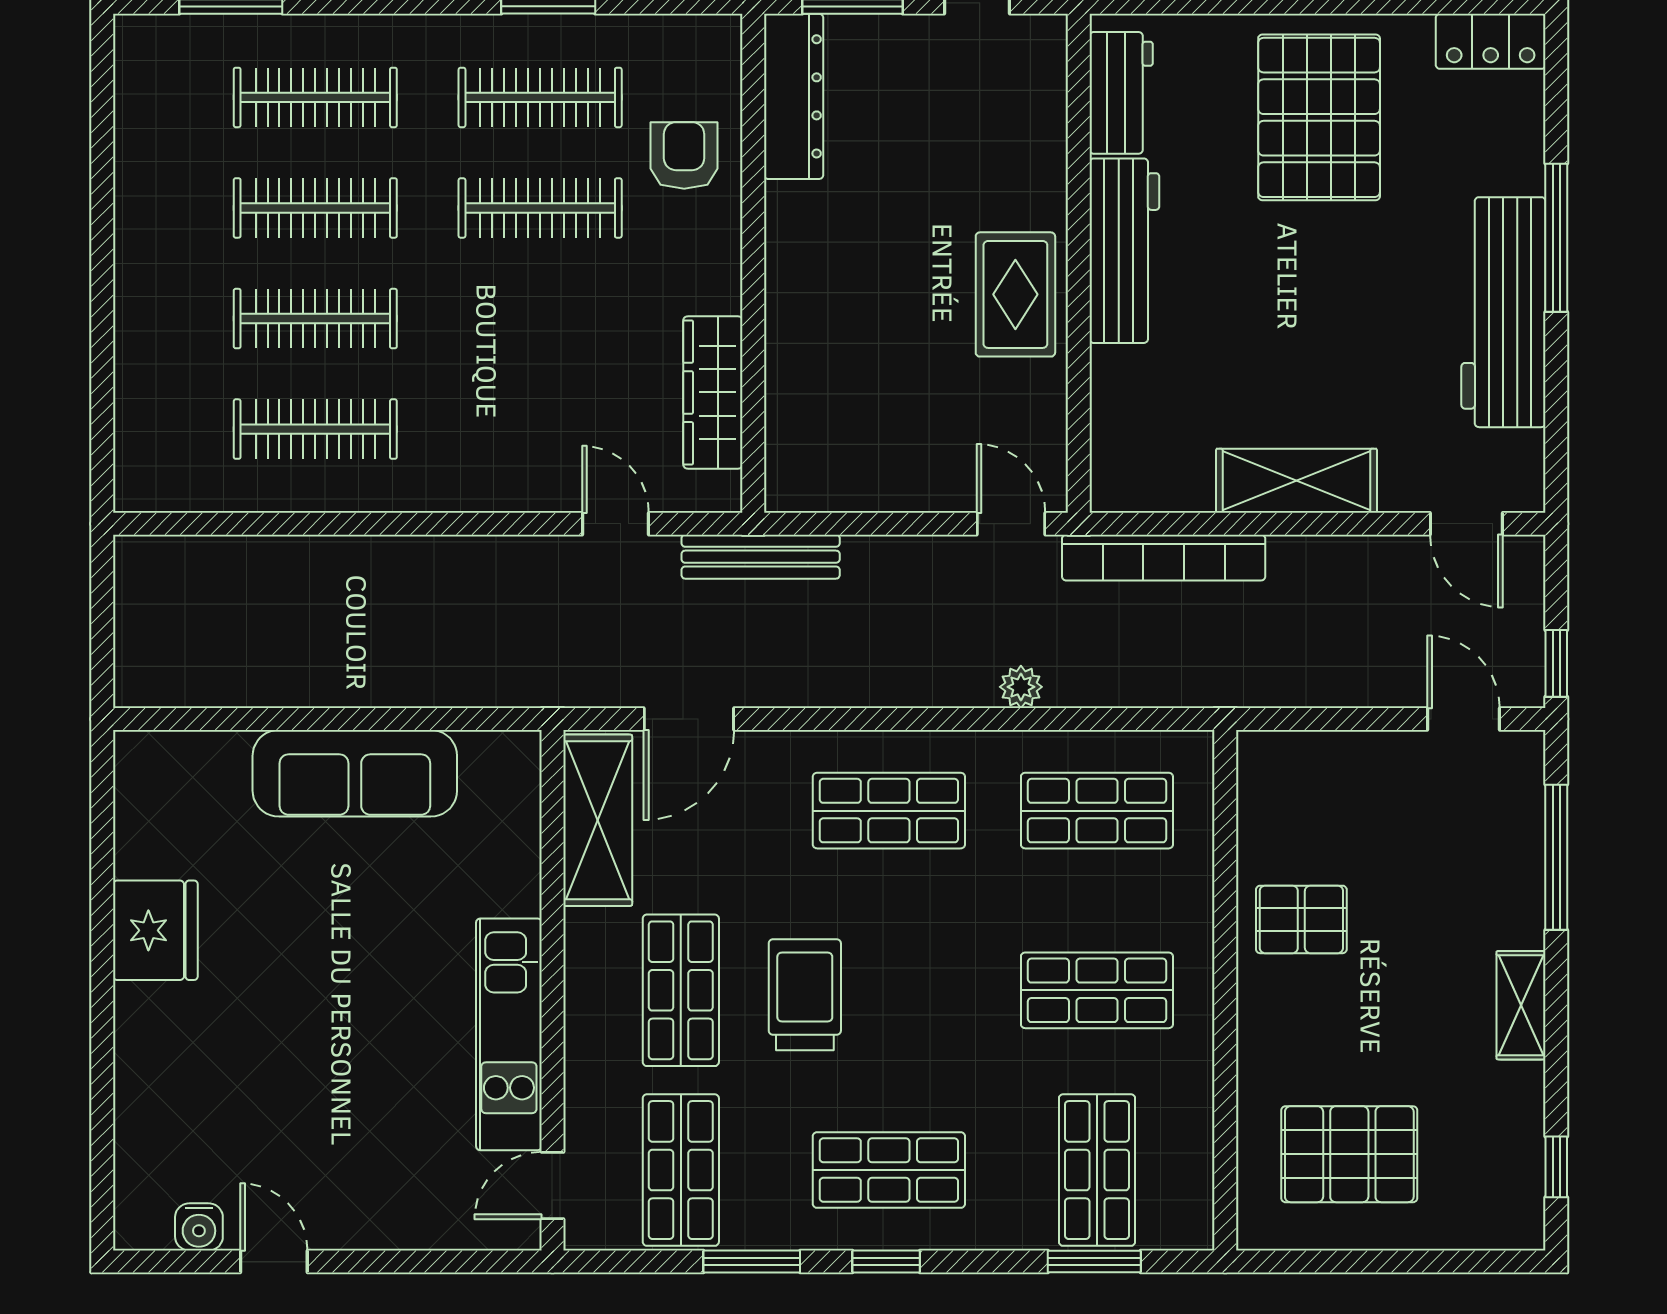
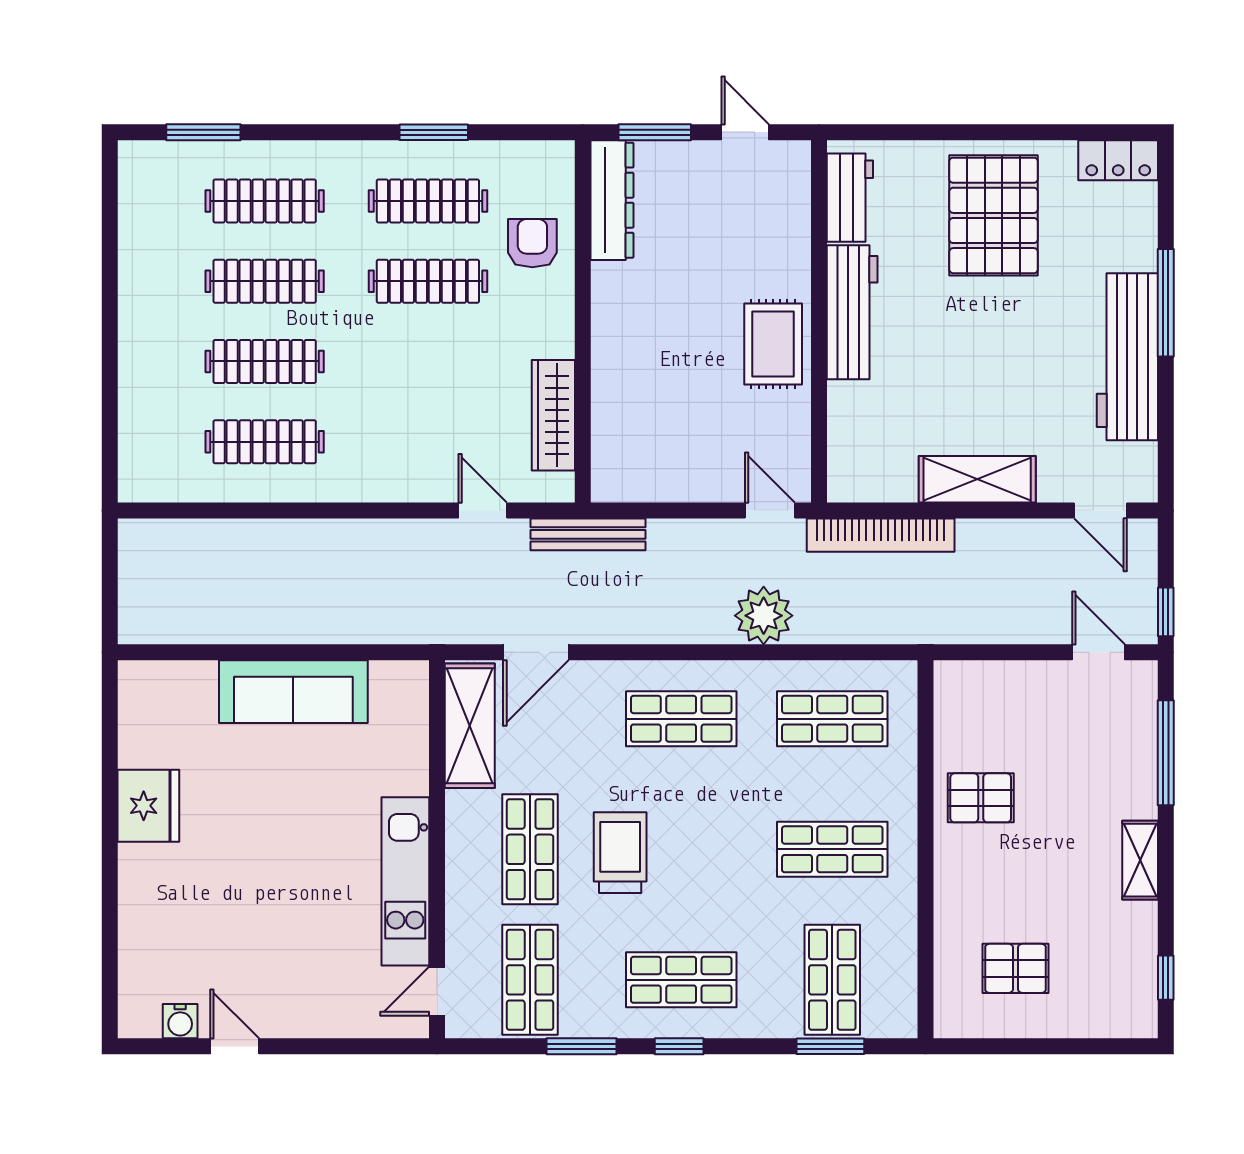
plant: (1021, 687) -> (764, 616), width x1.88, depth x1.88
pallet: (1349, 1154) -> (1015, 968), width x0.67, depth x0.71

